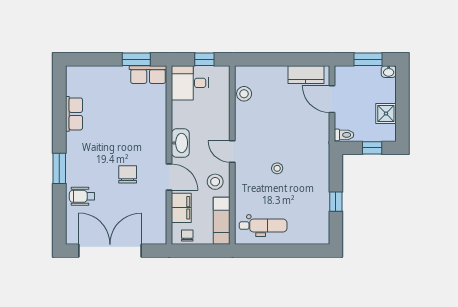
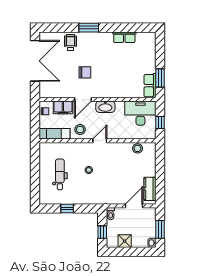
desk: (190, 83) -> (140, 113), width x1.37
dental chair: (263, 226) -> (60, 174), moved, turned 180

